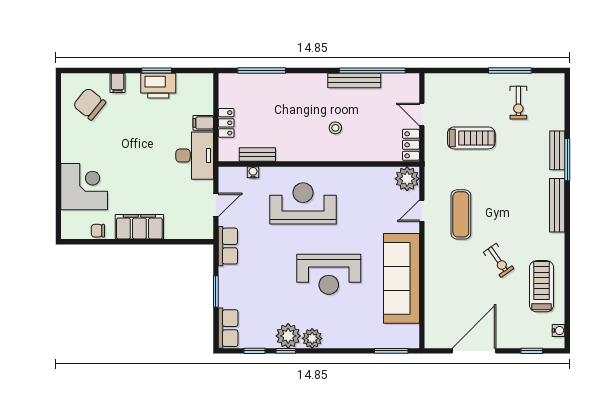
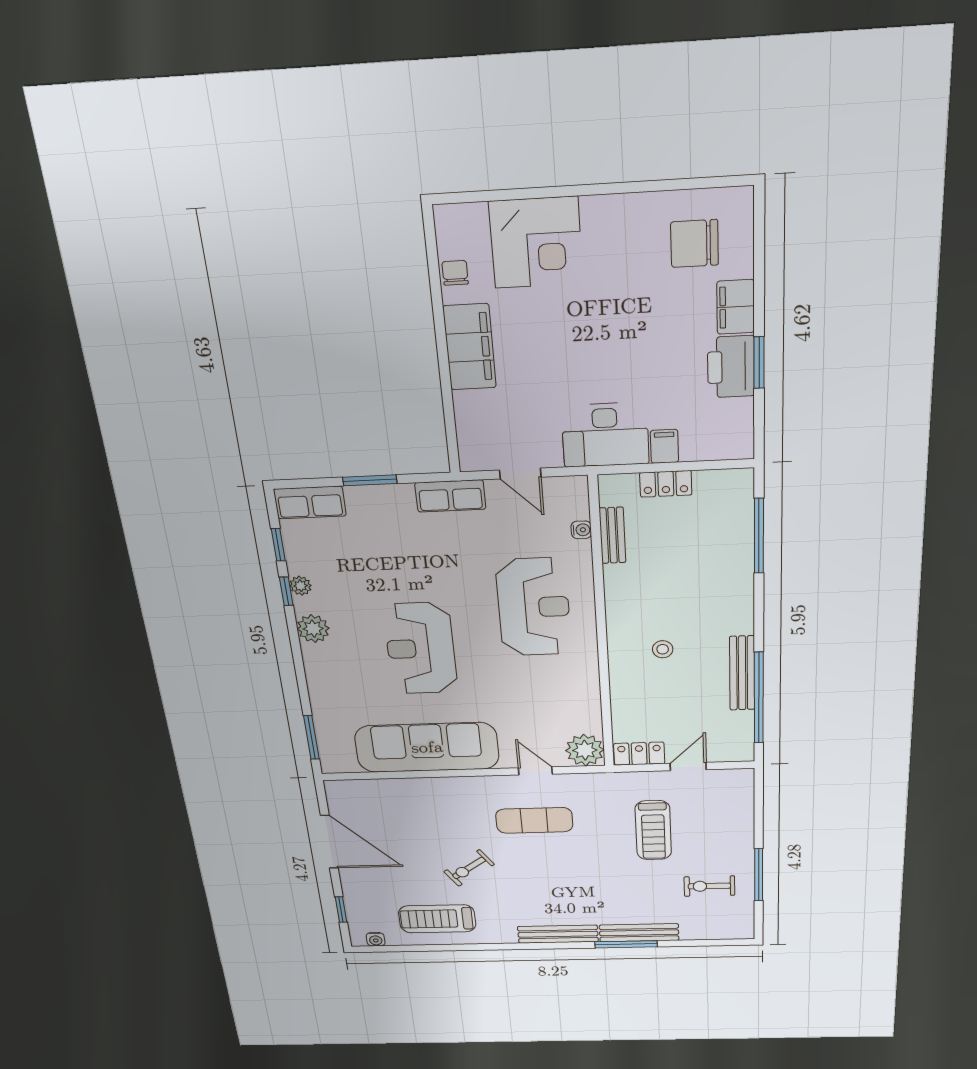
filing cabinet: (118, 83) -> (736, 307), width x2.00
chair: (89, 104) -> (695, 244), turned -129
bench: (557, 150) -> (639, 933), width x1.36
treadmill: (542, 286) -> (437, 919), turned 180
plant: (288, 336) -> (301, 586), width x0.53, depth x0.53

